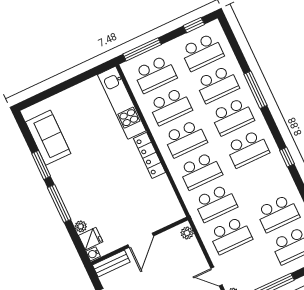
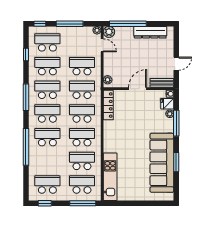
school desk: (217, 84) -> (47, 90), moved
window: (255, 90) -> (26, 147), width x1.46
sofa: (48, 138) -> (162, 163), width x1.85, depth x1.27
locker: (149, 155) -> (108, 105), moved
window: (287, 157) -> (26, 97), width x2.17
window: (59, 204) -> (176, 123), moved

